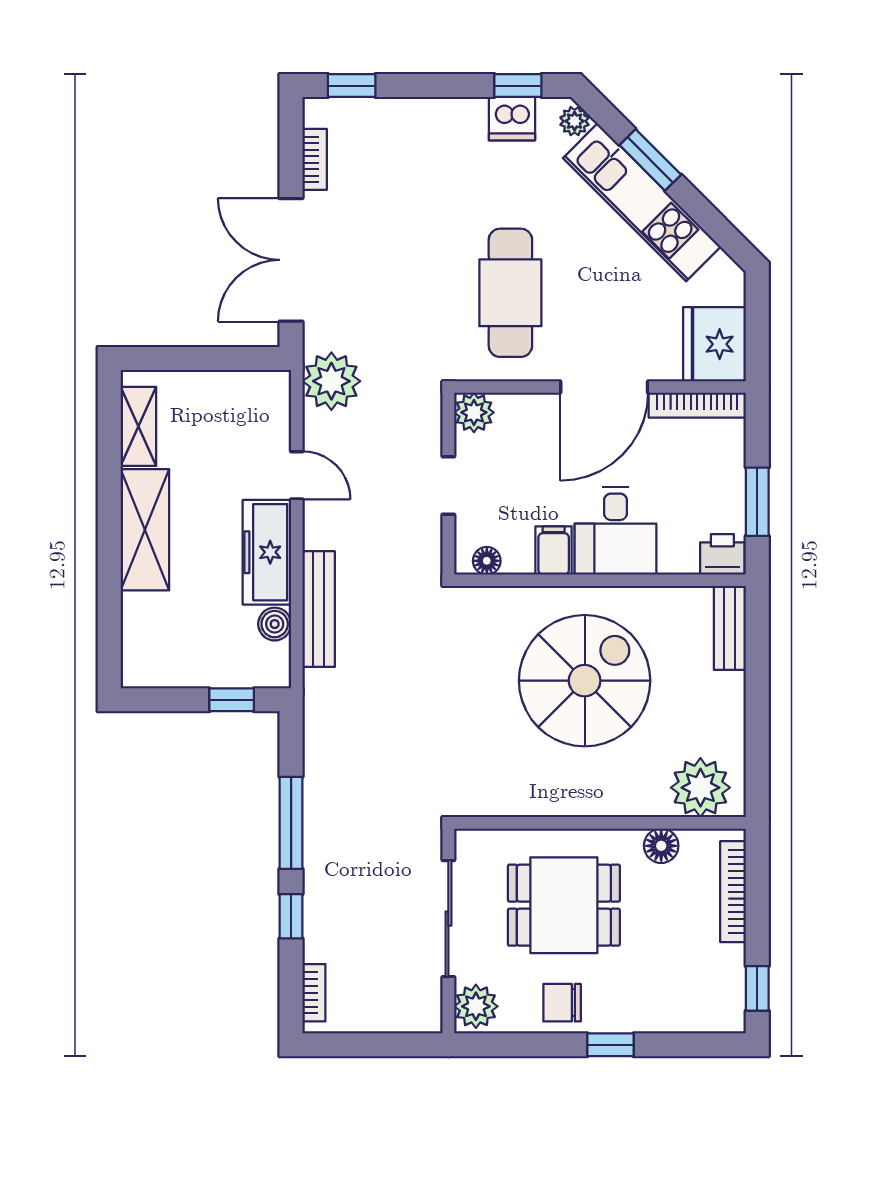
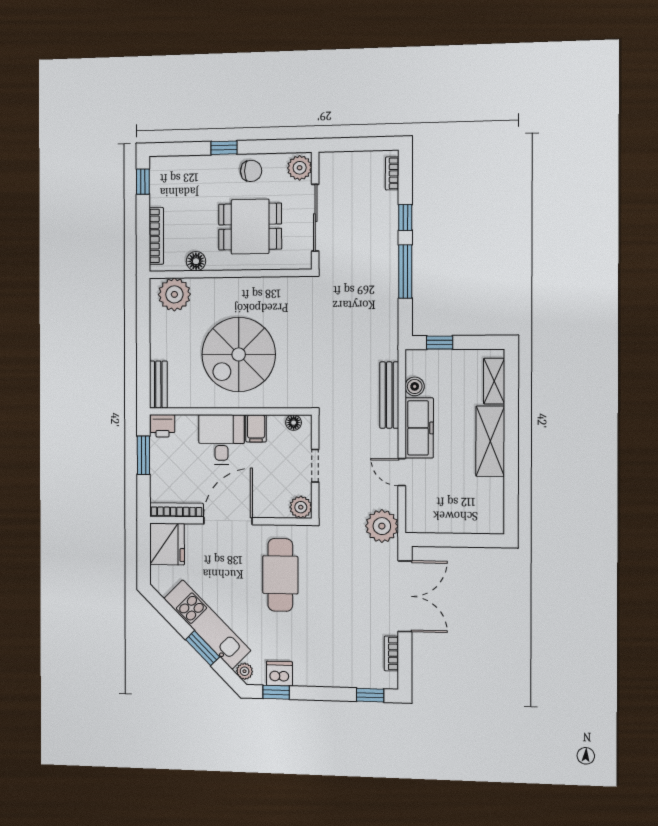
shelving: (138, 426) -> (494, 381), moved

